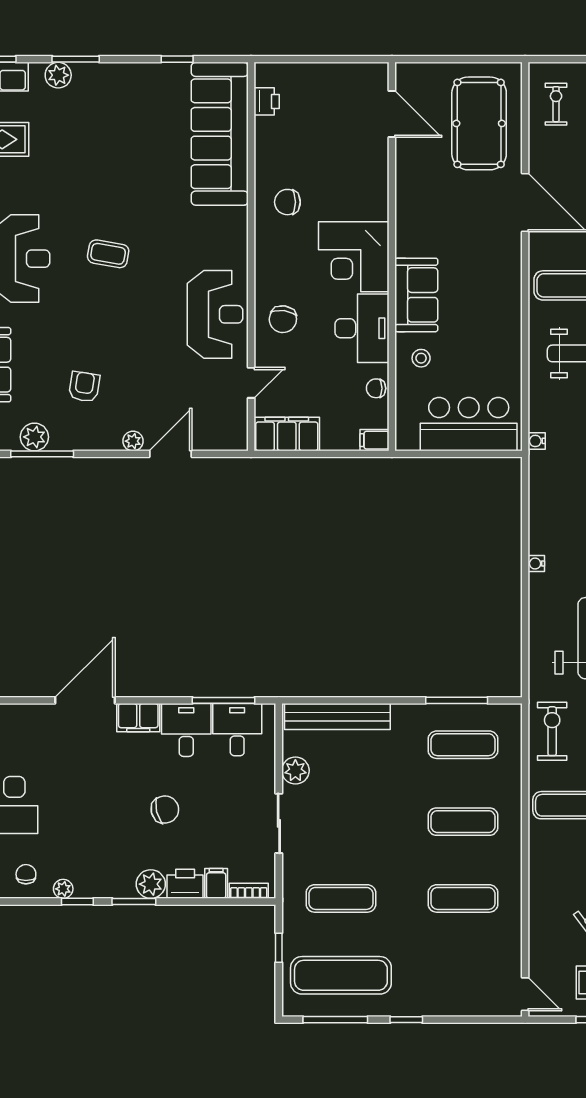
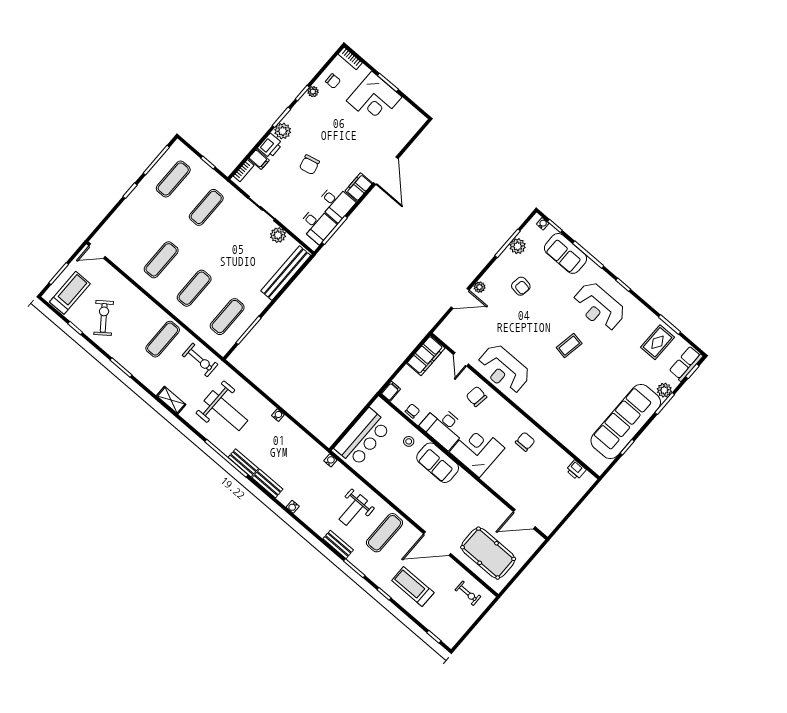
sofa: (220, 134) -> (626, 422), moved, turned -90
door: (171, 454) -> (460, 298), hinge flipped
exercise mat: (341, 975) -> (173, 179), width x0.73, depth x0.69

